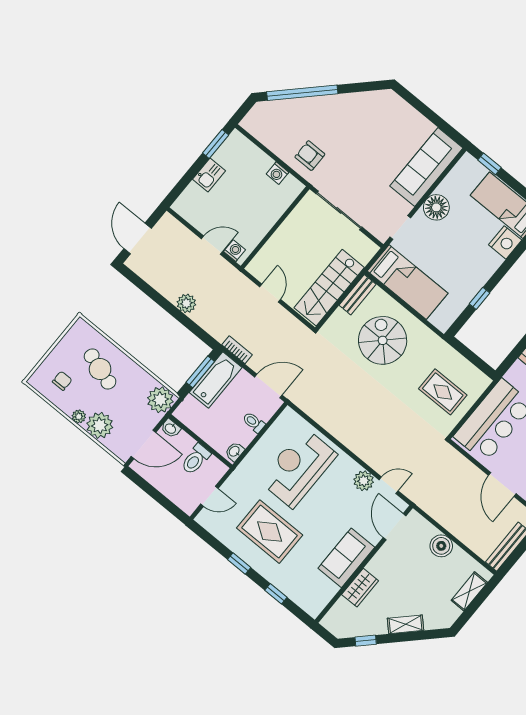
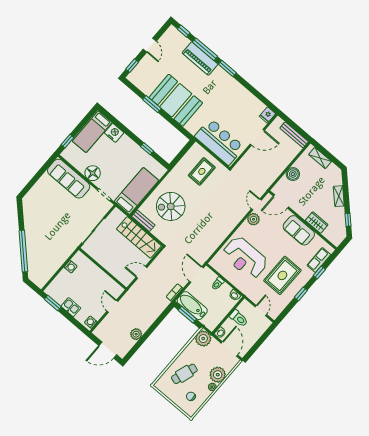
armchair: (310, 156) -> (61, 247), removed
washing machine: (234, 251) -> (91, 322), moved
plant: (186, 303) -> (136, 334), moved
row of seats: (297, 593) -> (319, 260), added

